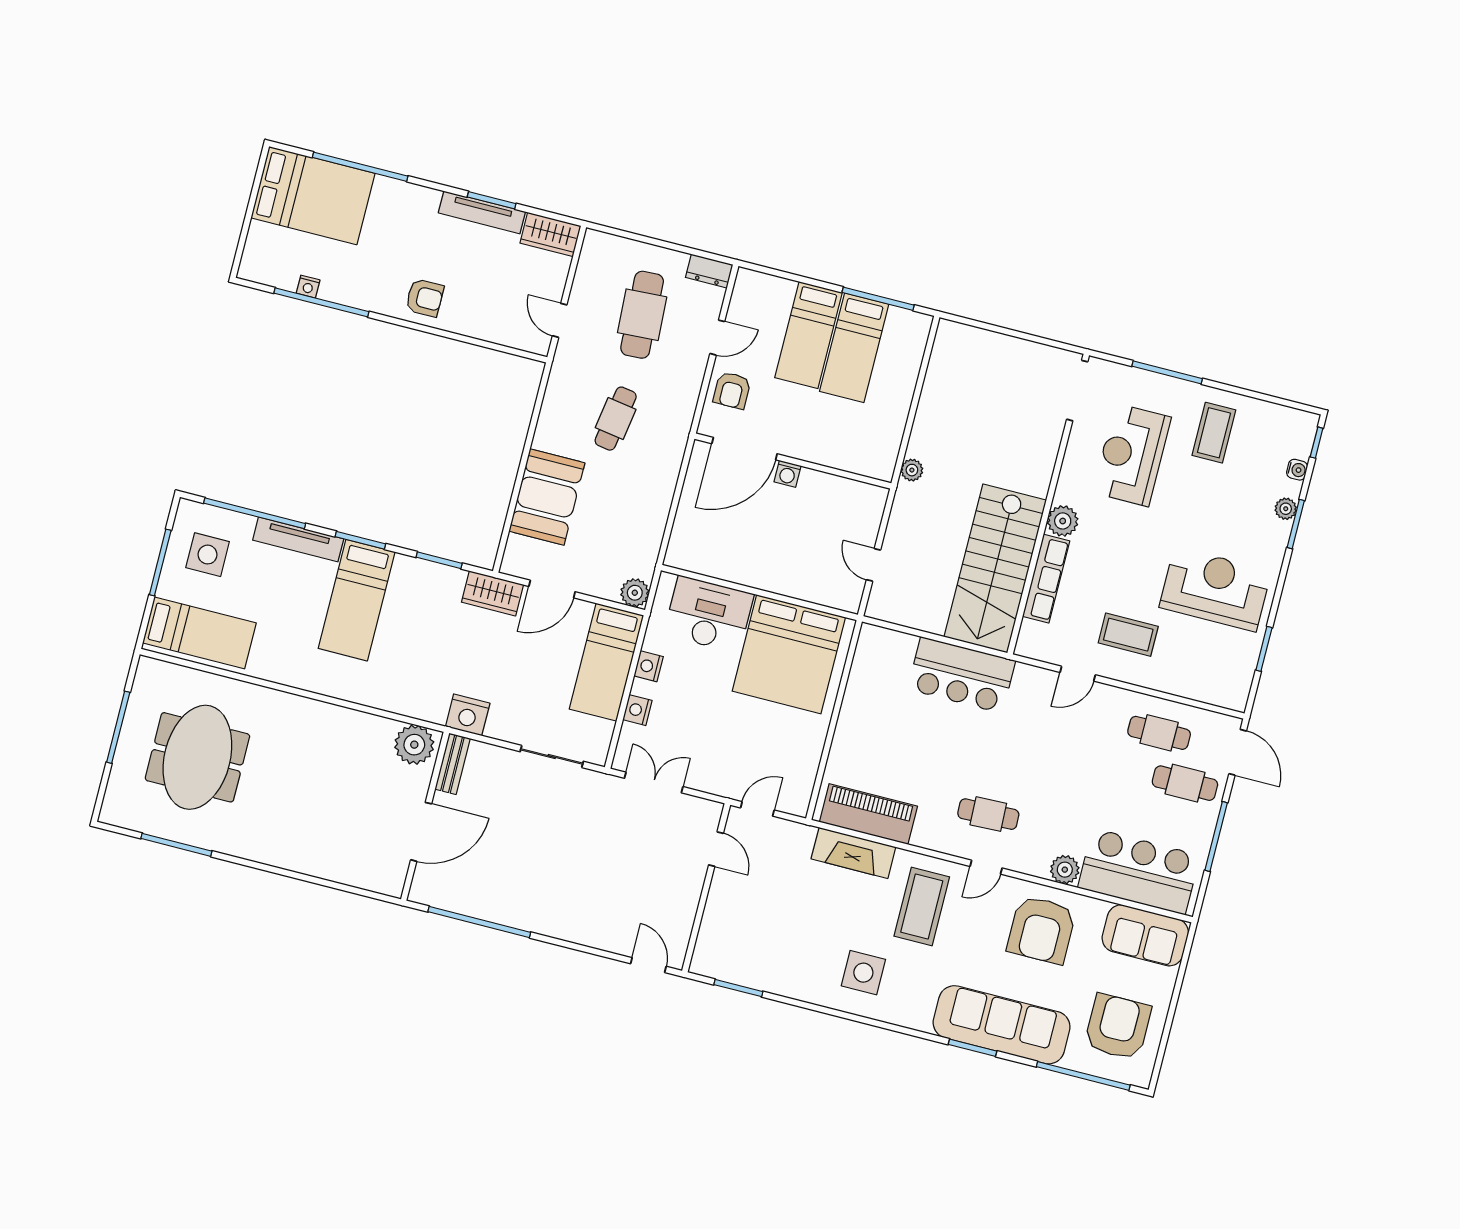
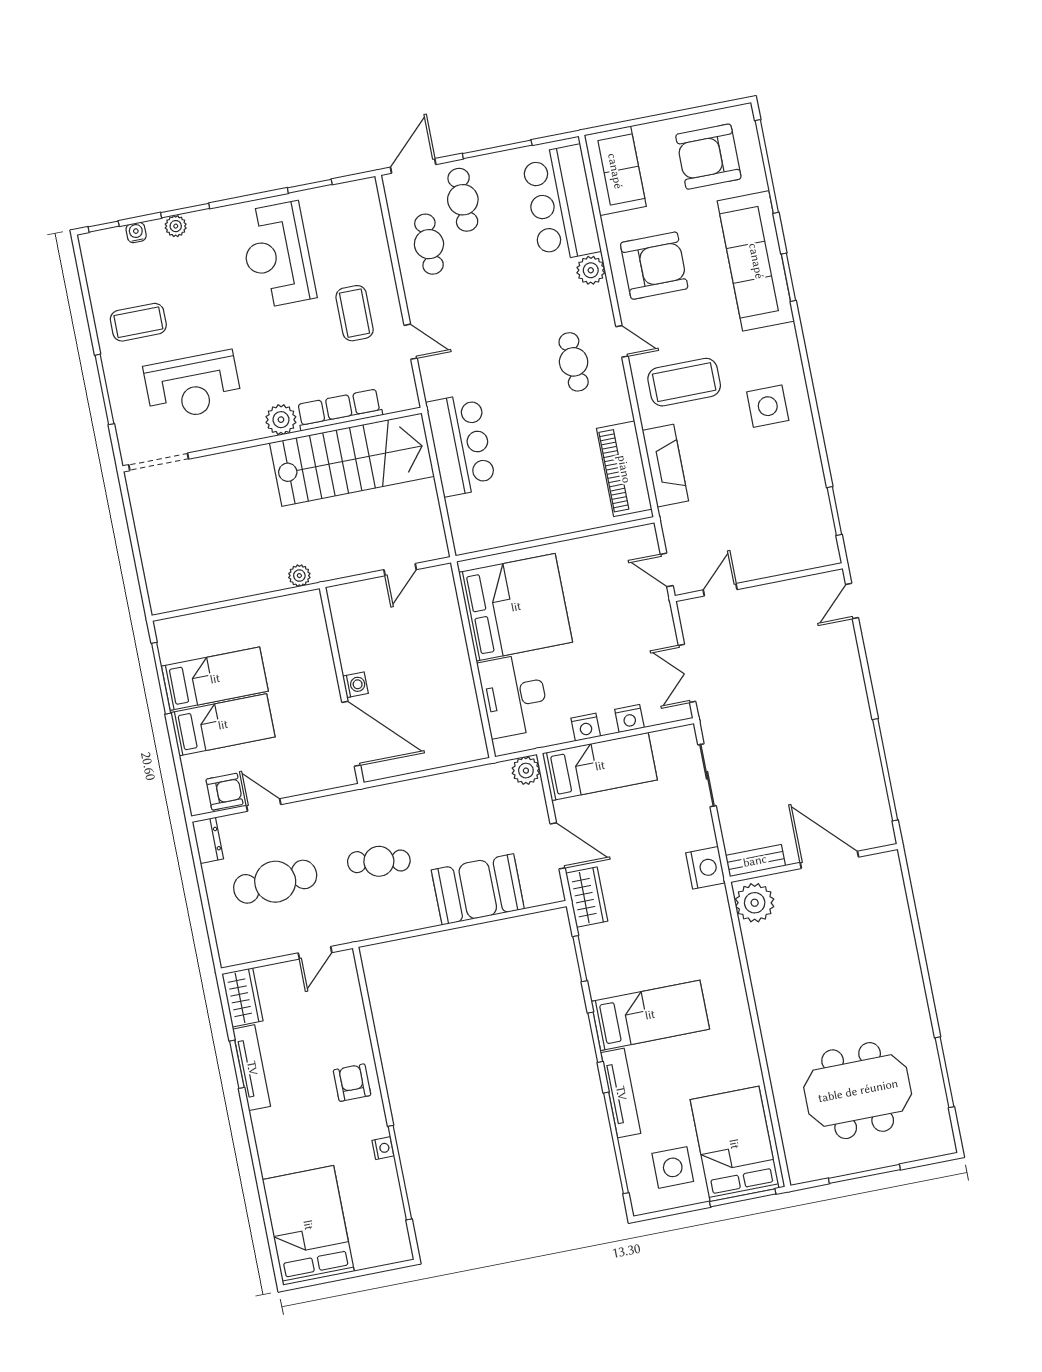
window: (360, 167) -> (263, 1196), removed
nightstand: (308, 287) -> (383, 1148), moved
armchair: (732, 390) -> (225, 792), moved
window: (160, 563) -> (743, 1198), moved
bed: (199, 633) -> (734, 1144), width x1.50

